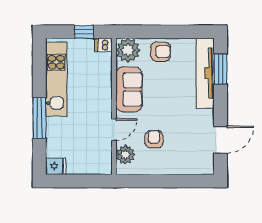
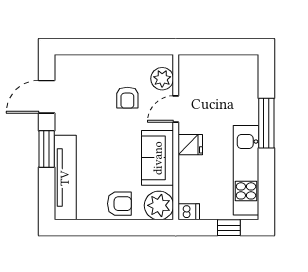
window: (84, 32) -> (229, 228), moved
armchair: (161, 52) -> (119, 204), turned 180
window: (221, 69) -> (47, 149), moved
fridge: (56, 166) -> (190, 145), moved, turned 180

